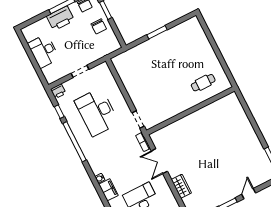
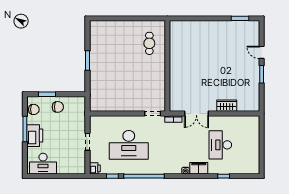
desk: (44, 51) -> (43, 164), moved

